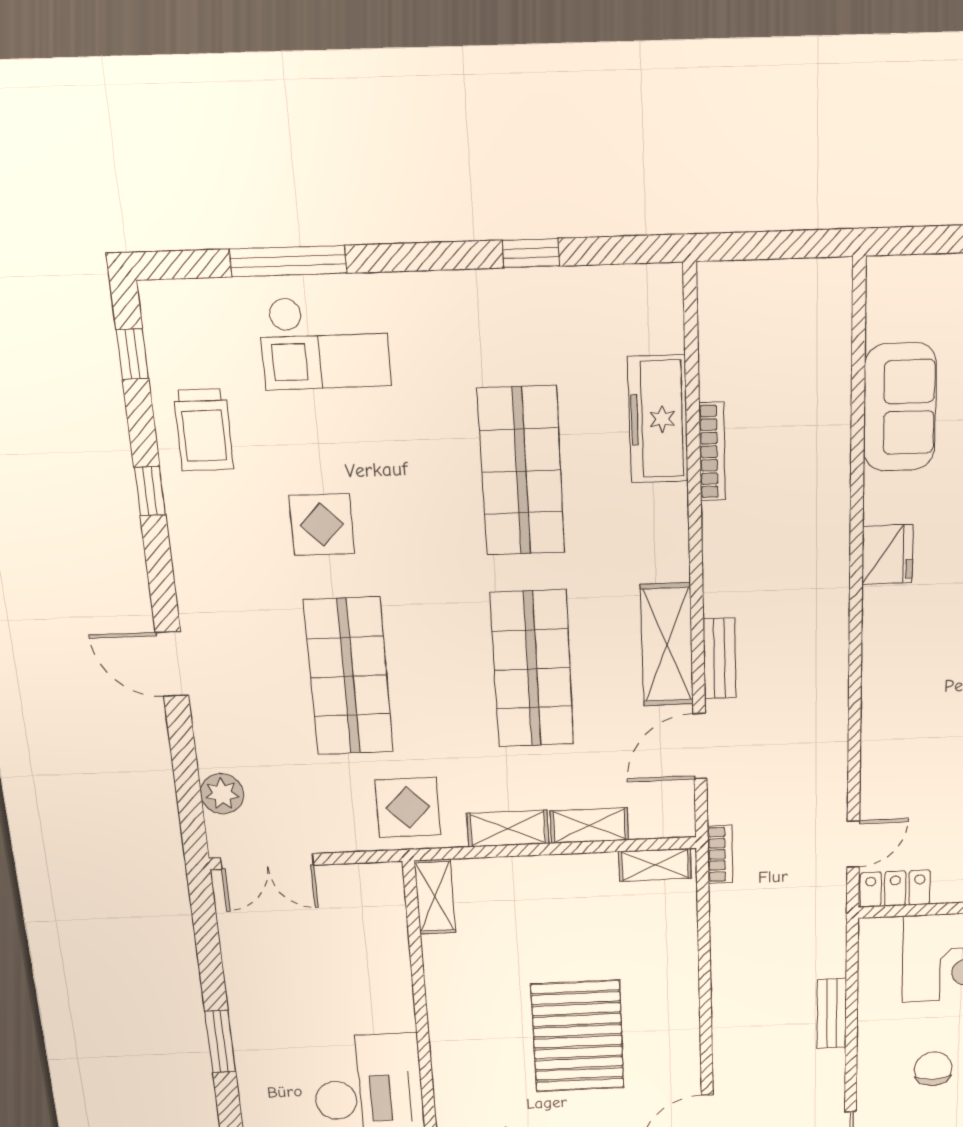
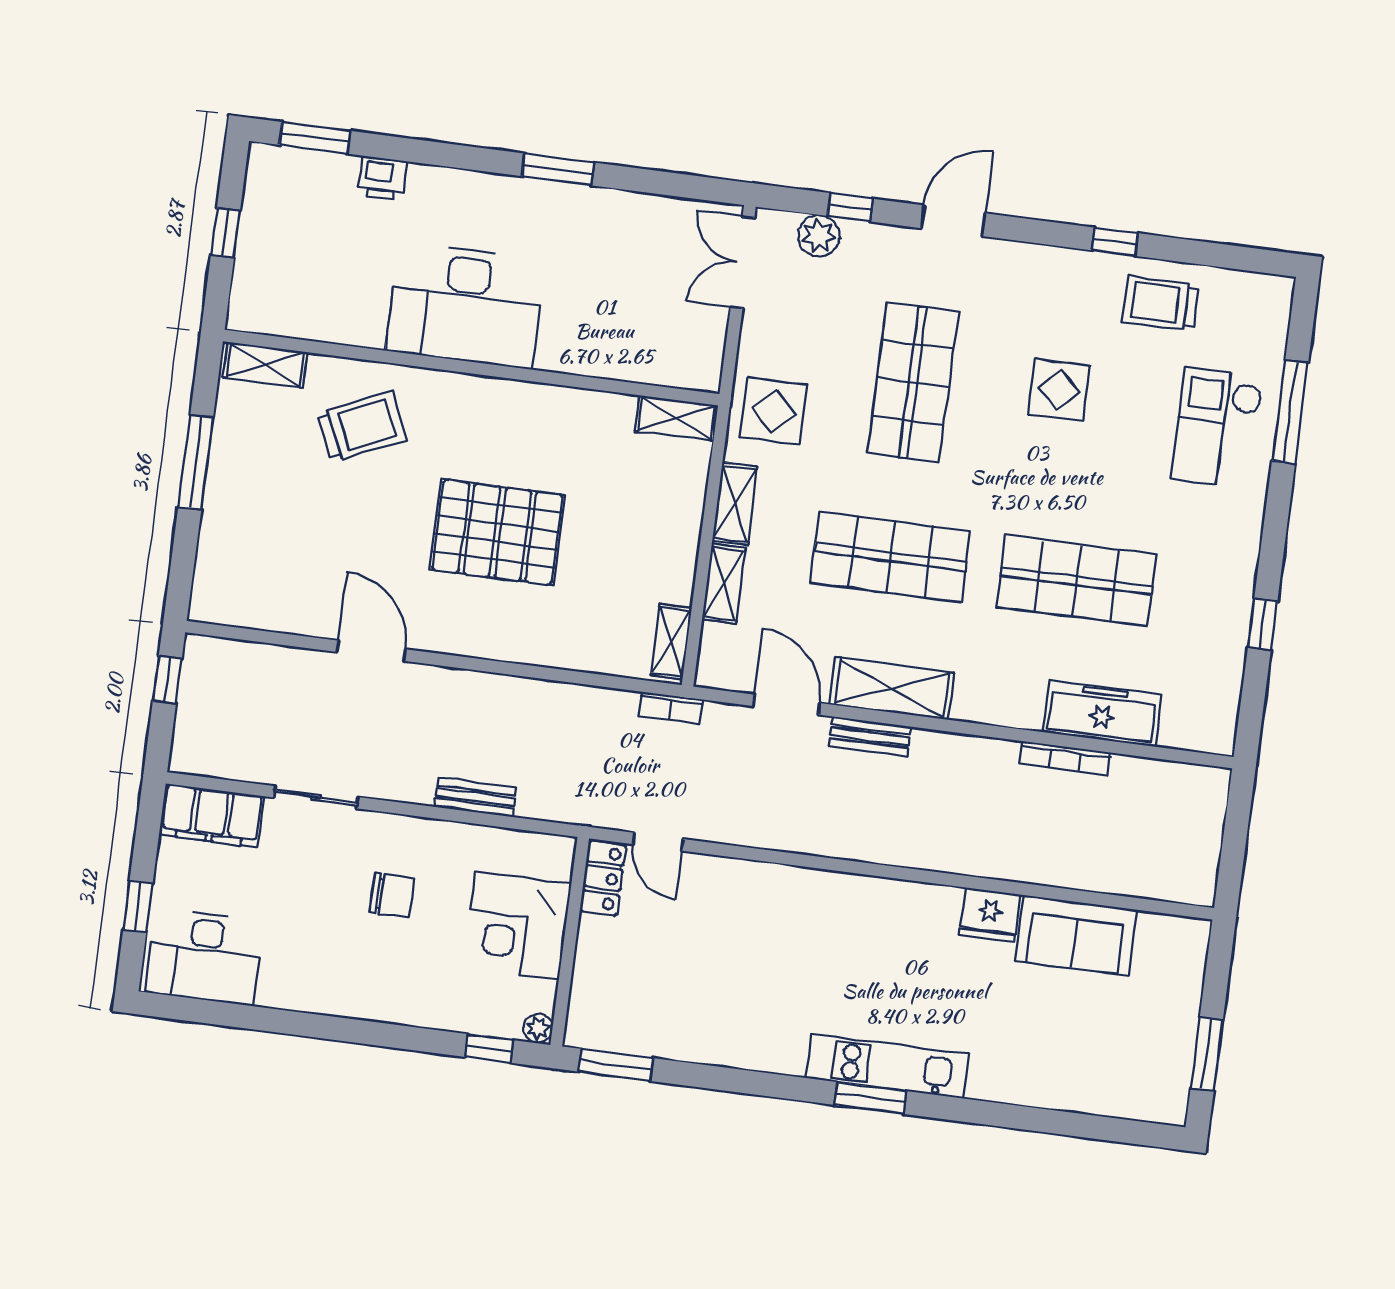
window: (132, 354) -> (850, 207), moved
fridge: (887, 554) -> (990, 915), moved
shop shelf: (349, 677) -> (913, 383), turned 90

